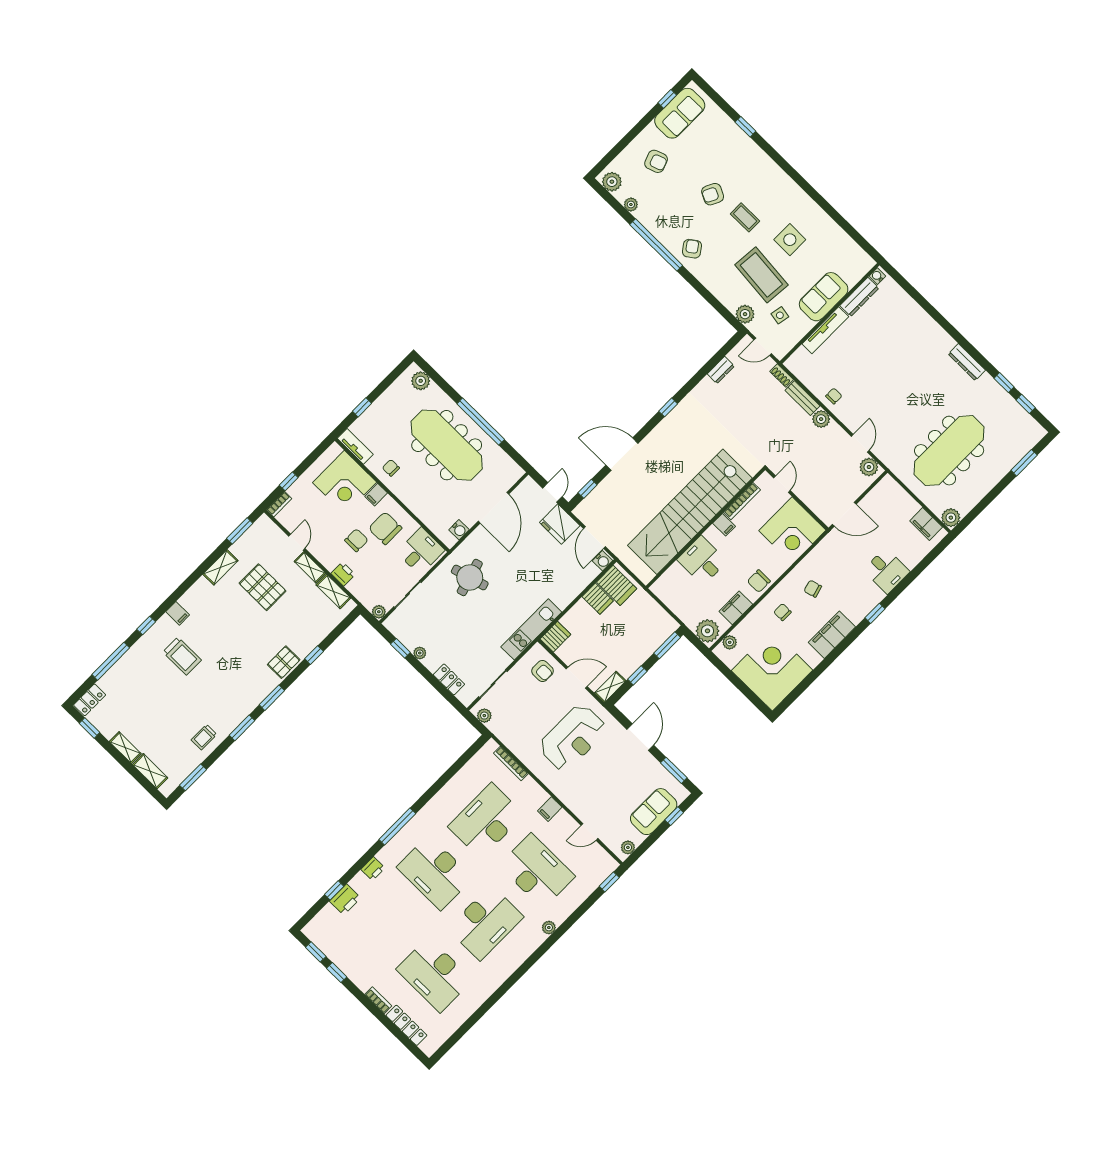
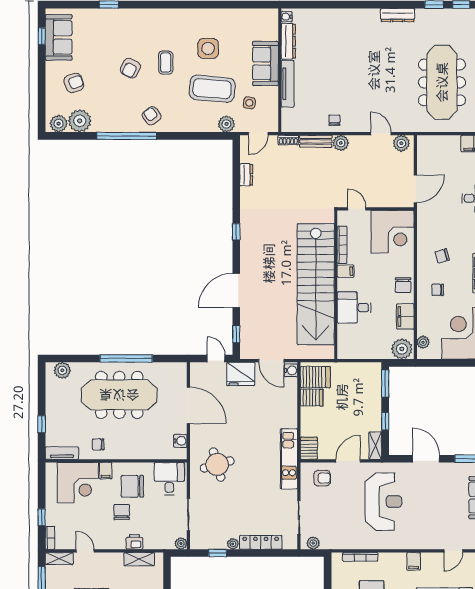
plant: (631, 204) -> (80, 121), width x1.88, depth x1.88
coffee table: (745, 217) -> (166, 63), turned 90
shelving: (310, 567) -> (59, 559), moved
locker: (449, 679) -> (261, 542), width x1.53

